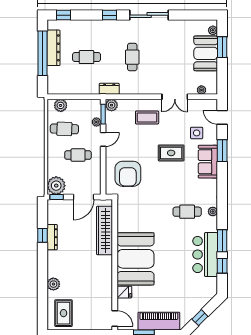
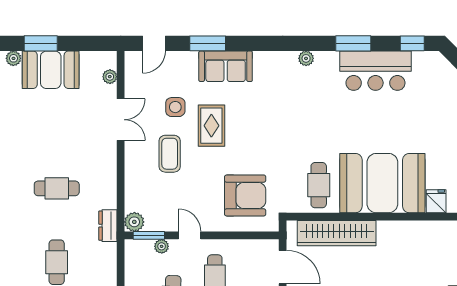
coffee table: (147, 118) -> (170, 154), moved
side table: (197, 133) -> (175, 107), moved
cafe table: (187, 212) -> (319, 185), moved
window: (222, 266) -> (412, 43), moved

